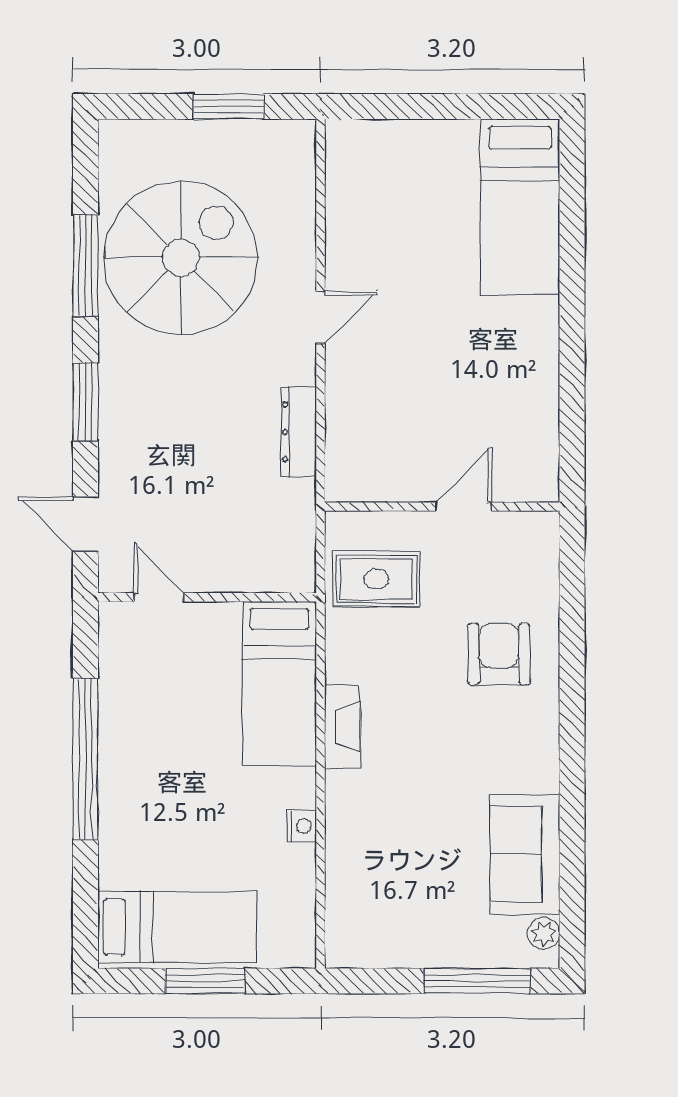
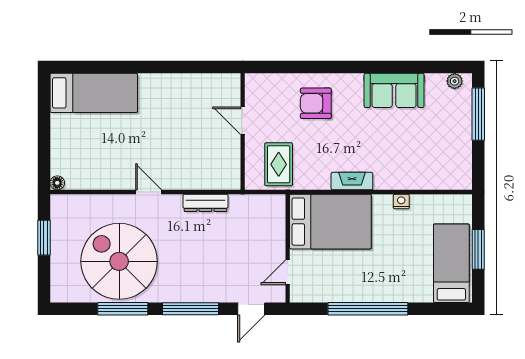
floor lamp: (339, 133) -> (57, 183), added
window: (85, 402) -> (191, 309), width x1.44
bed: (279, 683) -> (330, 222), width x1.50
sofa: (525, 854) -> (394, 90), moved

